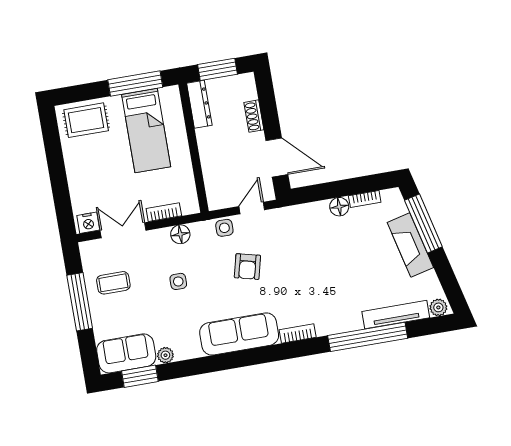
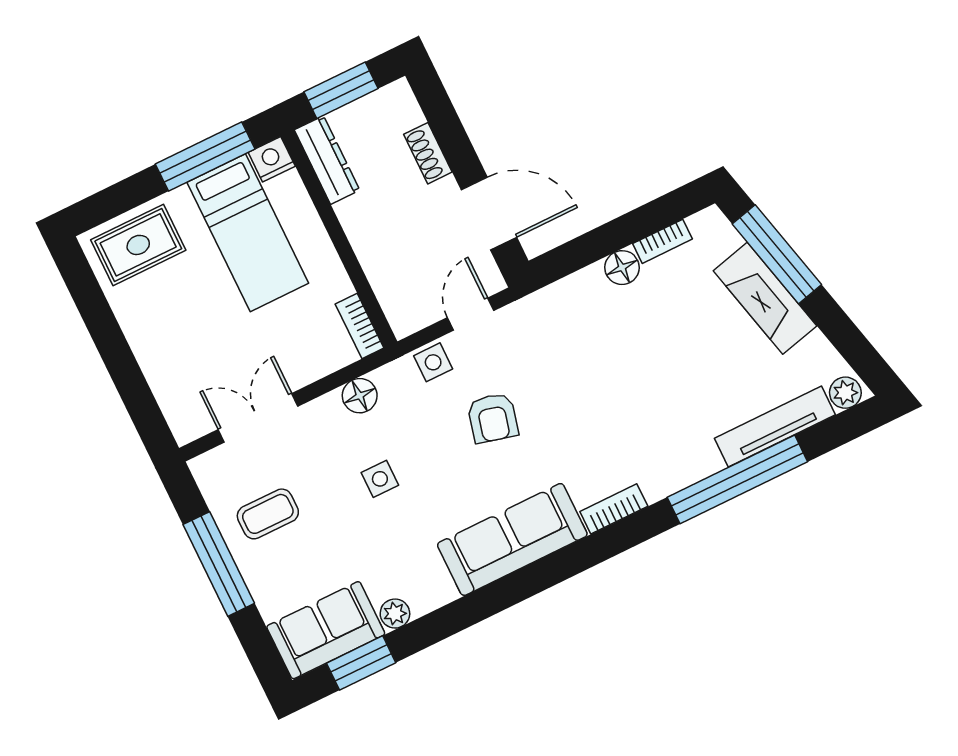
bookcase: (164, 212) -> (360, 326), moved, turned -90
nightstand: (88, 223) -> (272, 159), moved, turned 180

